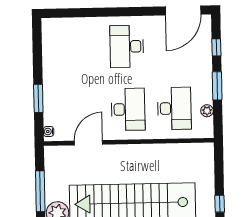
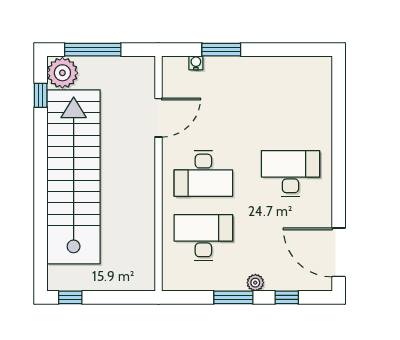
desk: (174, 108) -> (203, 237), turned 180
plant: (207, 111) -> (255, 283), moved
water cooler: (49, 131) -> (196, 63), moved
door: (88, 143) -> (158, 118), hinge flipped

